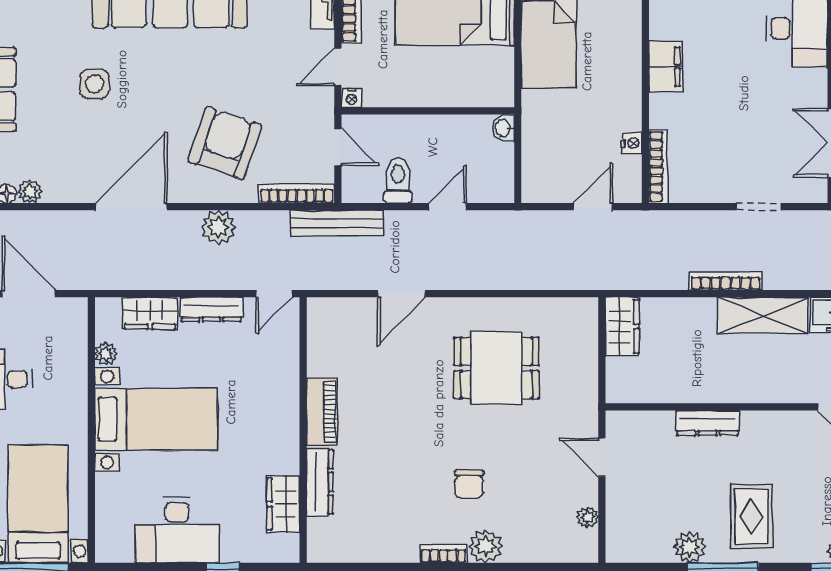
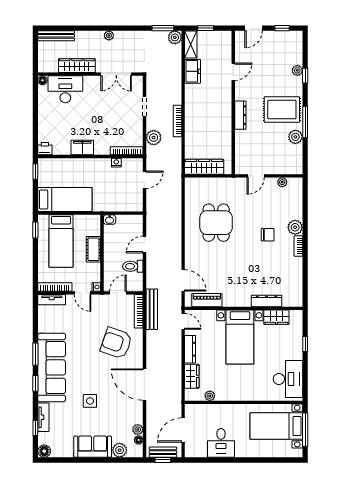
cot: (437, 92) -> (93, 249), added
door: (447, 207) -> (144, 244), hinge flipped
door: (593, 207) -> (144, 180), swing flipped
bench: (337, 223) -> (152, 309), moved
plant: (218, 227) -> (154, 138), moved
door: (401, 294) -> (183, 280), moved
shelving: (763, 315) -> (193, 105), removed
wardrobe: (622, 326) -> (204, 167), width x1.50
piano: (322, 412) -> (207, 300), moved
bed with nightstands: (156, 419) -> (240, 337), moved, turned 180
dresser: (708, 423) -> (240, 115), moved
rug: (751, 517) -> (282, 110), width x1.36, depth x1.43
desk: (177, 530) -> (288, 379), moved

